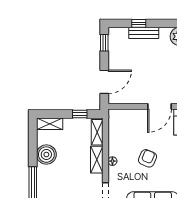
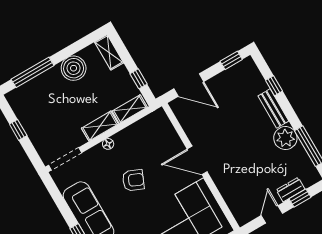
bench: (144, 33) -> (273, 108), moved

